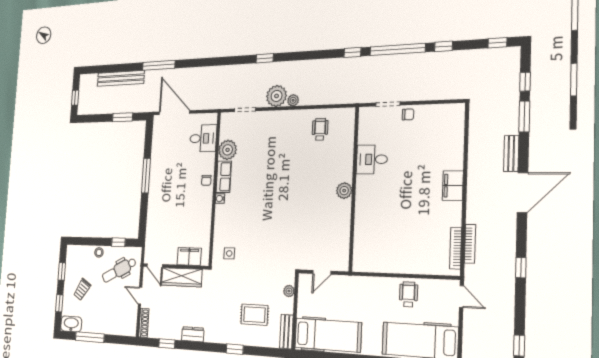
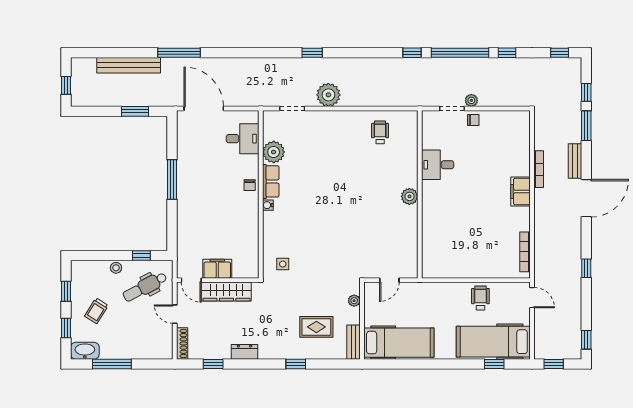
plant: (293, 100) -> (471, 100), moved
bookcase: (470, 244) -> (539, 169), moved
filing cabinet: (189, 256) -> (217, 269), moved

